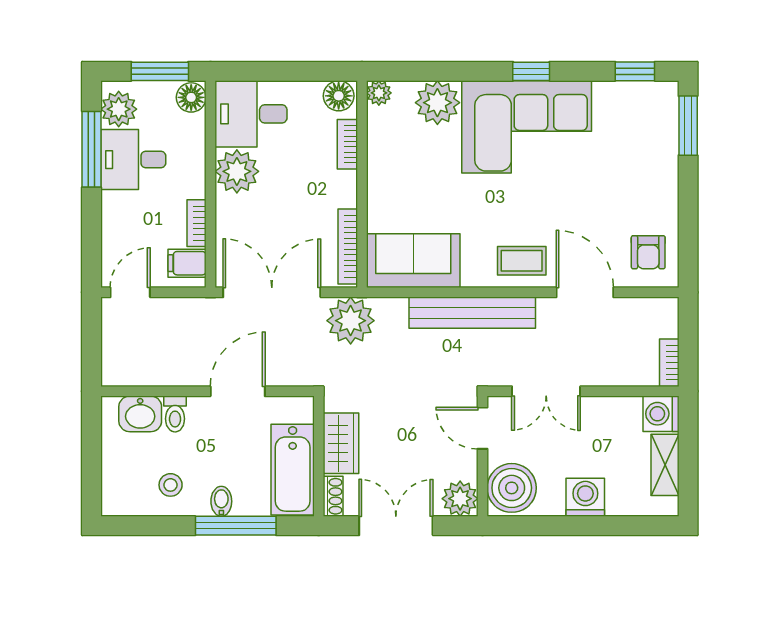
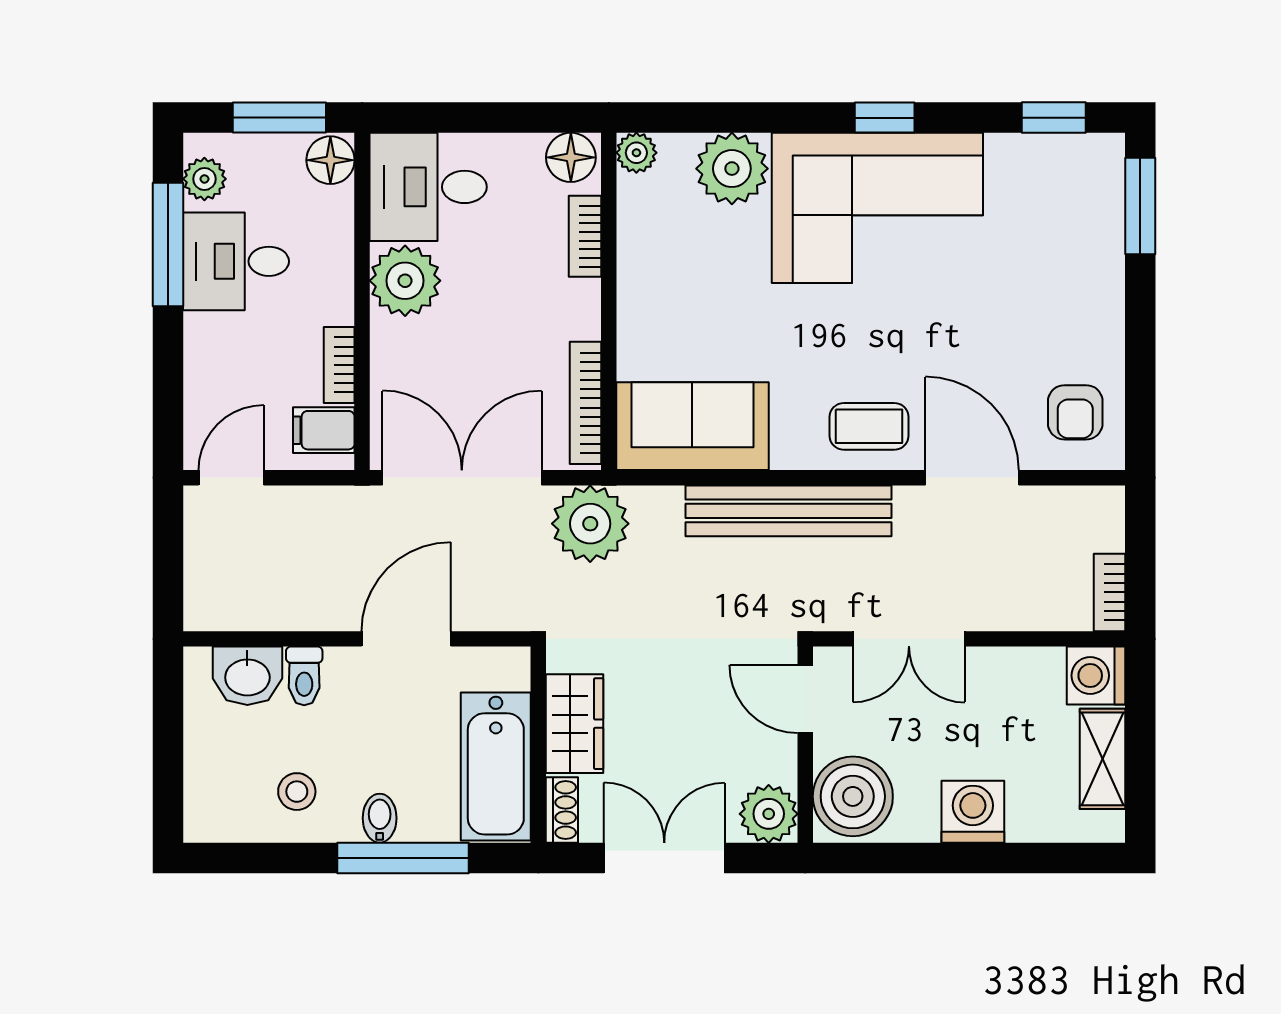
plant: (119, 109) -> (204, 179), width x0.73, depth x0.73

